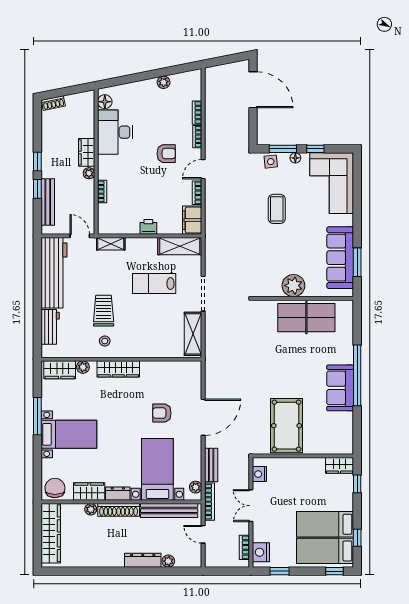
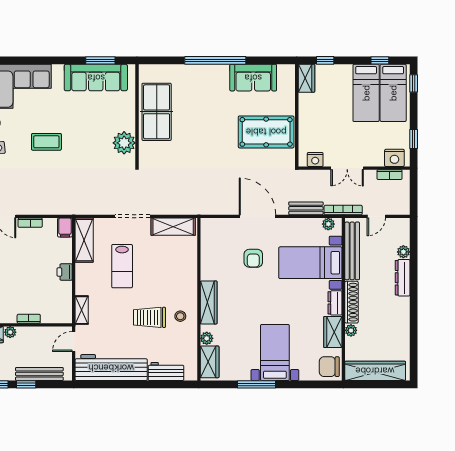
filing cabinet: (192, 220) -> (65, 227), width x0.50
plant: (293, 286) -> (124, 143), moved
sofa: (340, 388) -> (253, 78), moved

